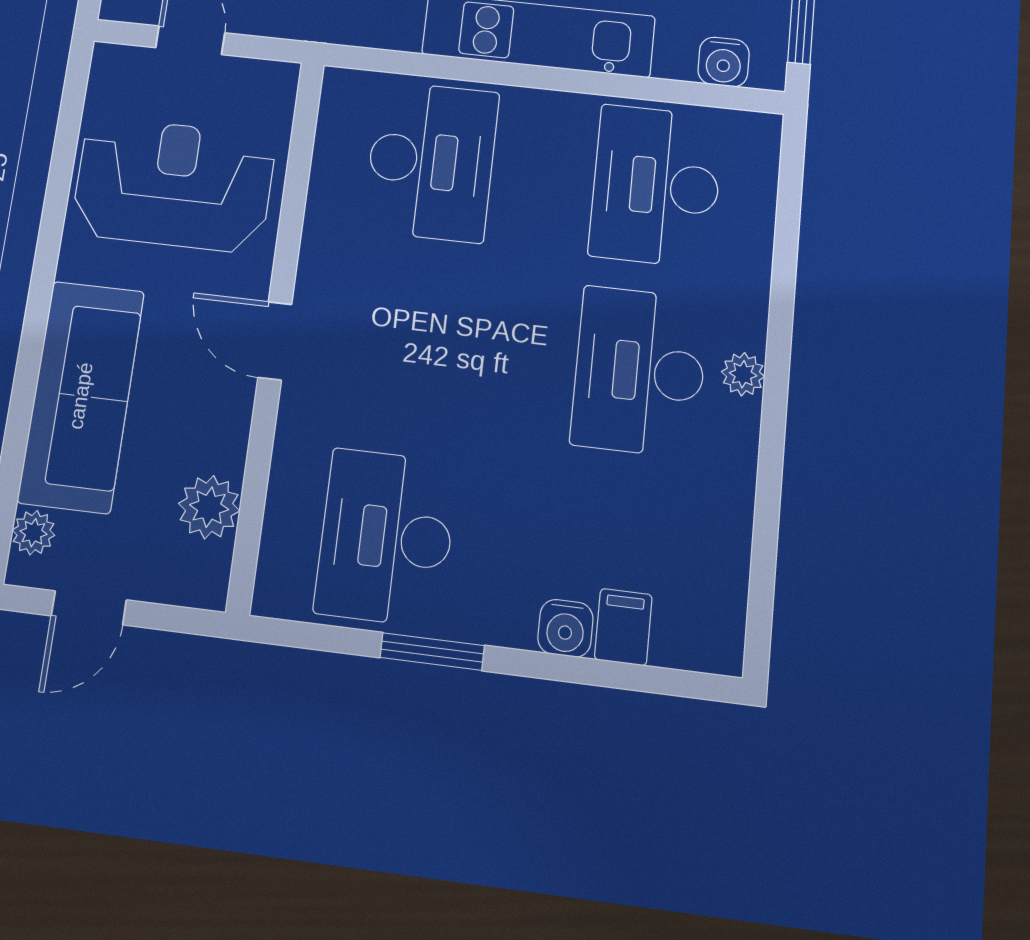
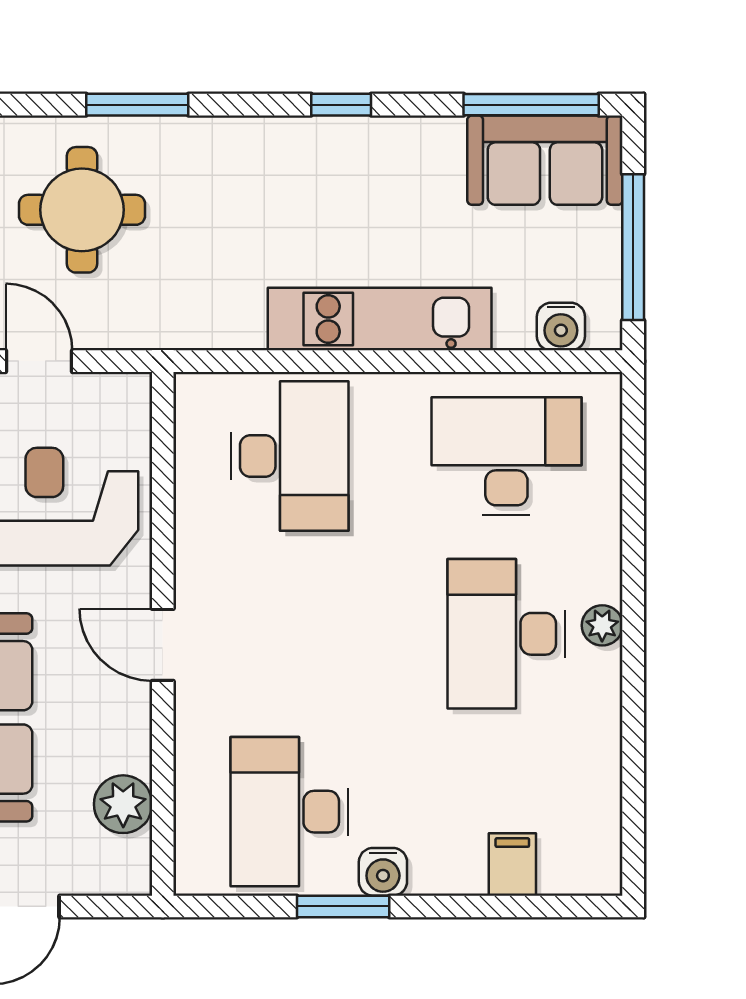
desk: (656, 186) -> (506, 456), turned 90
water cooler: (565, 628) -> (383, 872), moved

